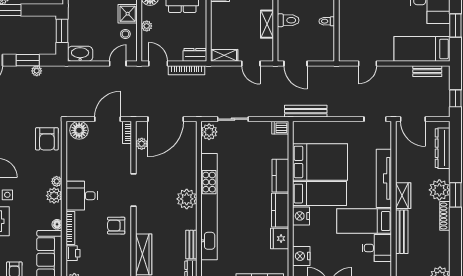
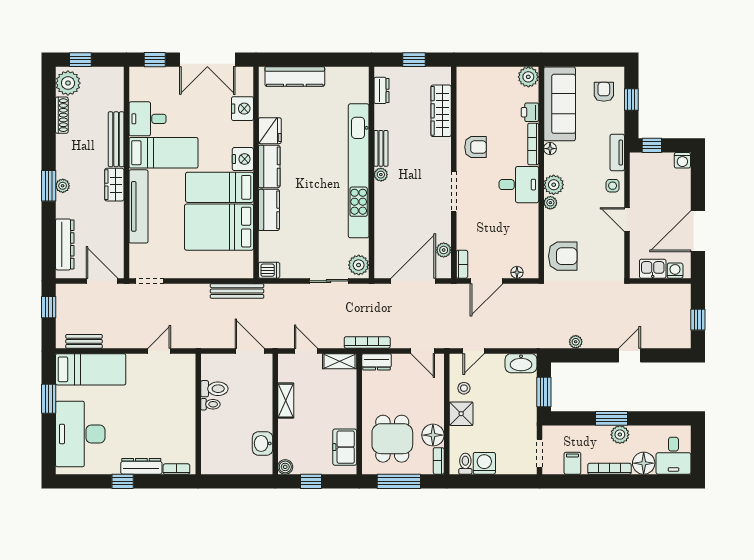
toilet: (288, 20) -> (214, 389), moved, turned 180
plant: (147, 26) -> (437, 398), removed
window: (28, 60) -> (587, 355), removed
bookcase: (187, 70) -> (367, 342), moved
floor lamp: (79, 130) -> (517, 272), width x0.53, depth x0.53
armchair: (47, 139) -> (563, 256), turned 90
plant: (439, 190) -> (63, 186), width x0.53, depth x0.53
plant: (187, 199) -> (381, 175), width x0.53, depth x0.53
shoe rack: (445, 216) -> (62, 115), moved
bench: (191, 245) -> (381, 148), moved

